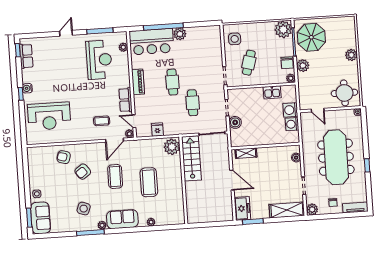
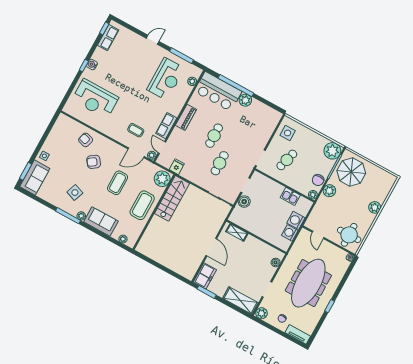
plant: (172, 147) -> (162, 179), moved
stairs: (191, 158) -> (172, 198), moved
wall: (183, 180) -> (154, 212), moved

